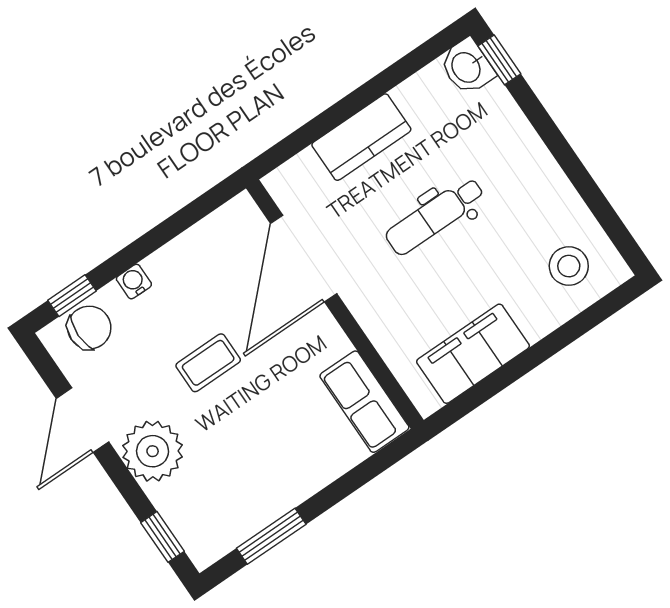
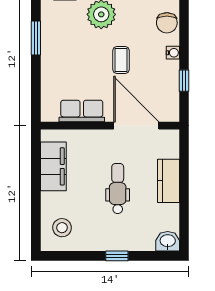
window: (499, 60) -> (117, 256), moved
window: (72, 296) -> (184, 81), moved
row of seats: (364, 402) -> (82, 111), moved

